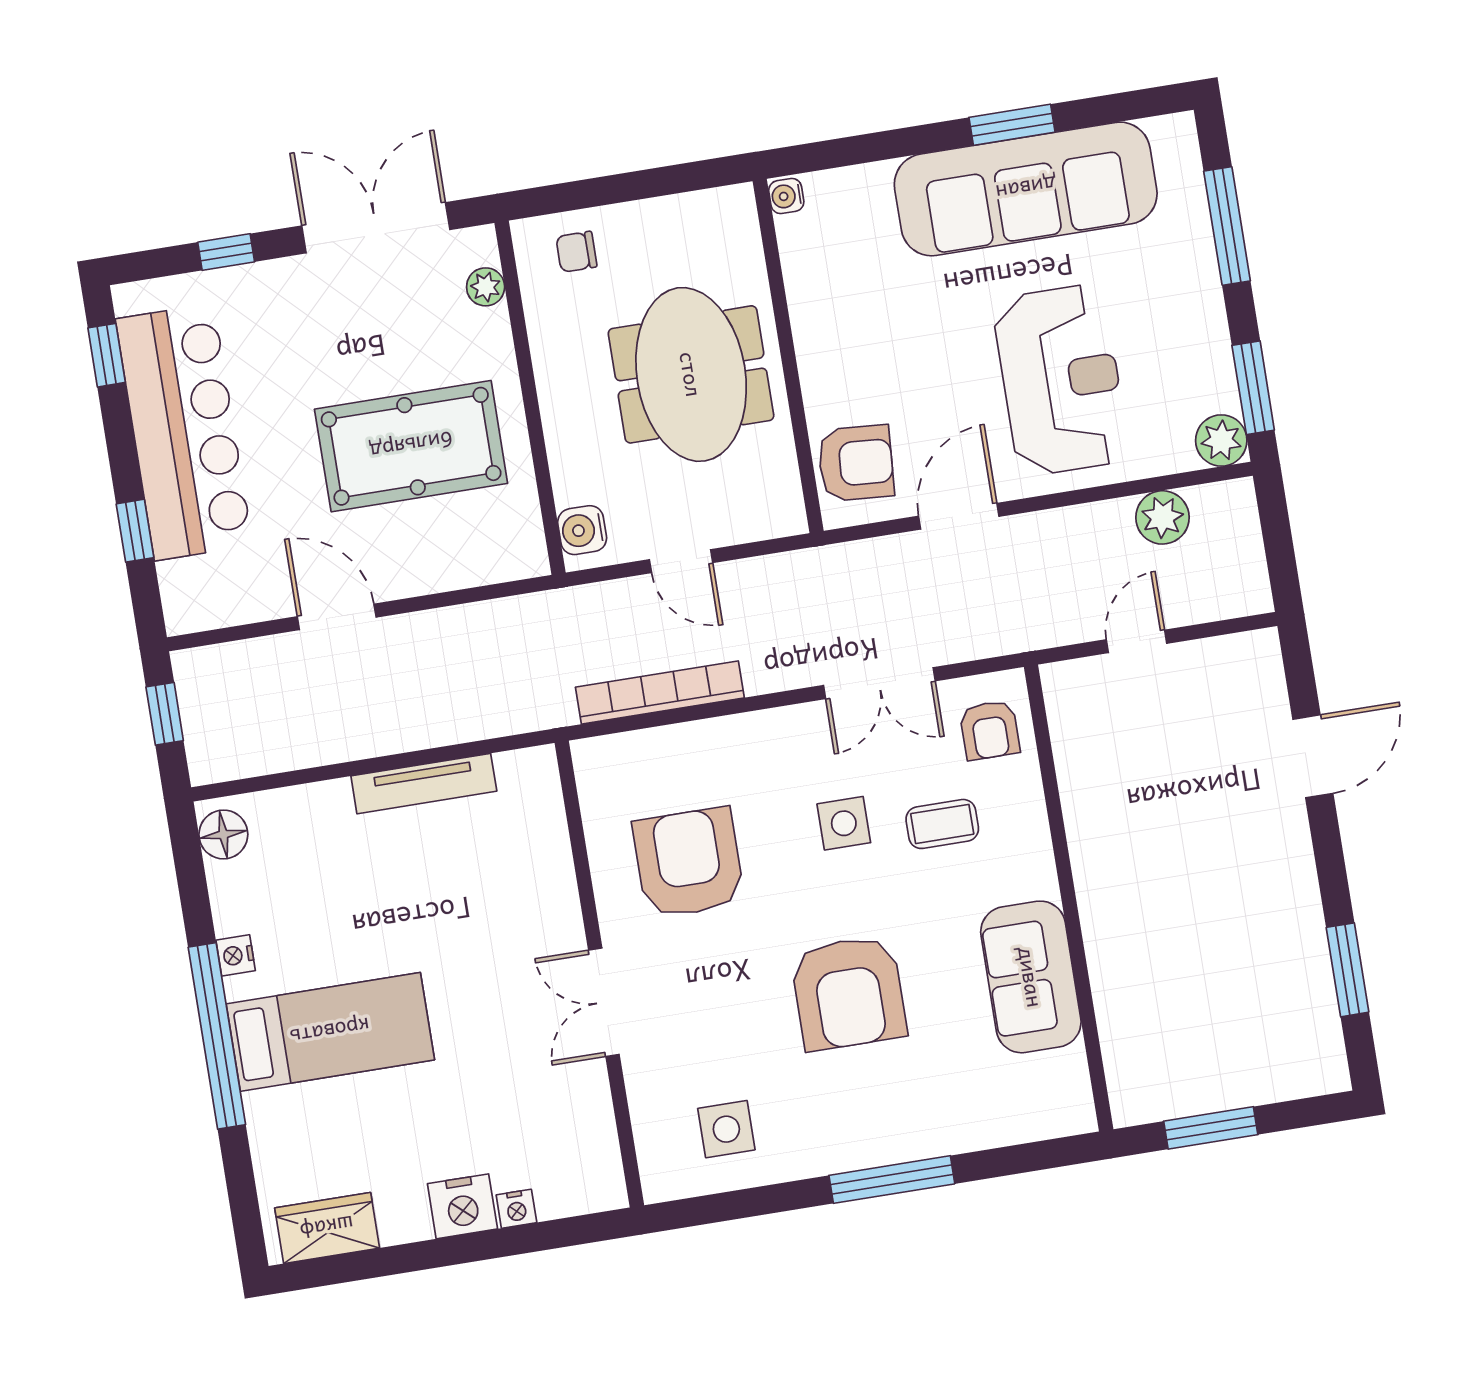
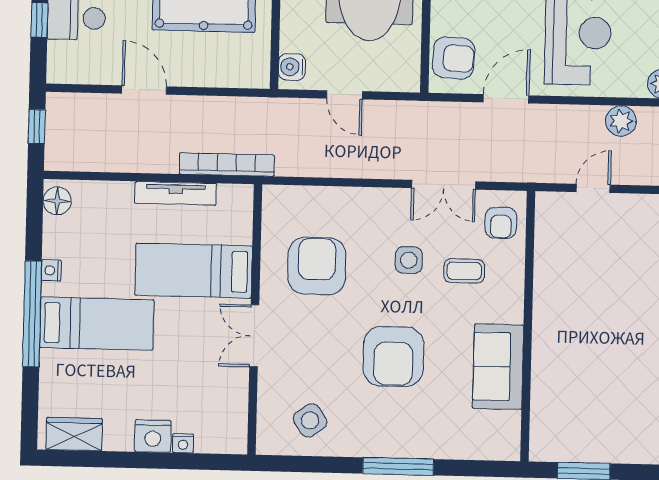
bookcase: (660, 692) -> (227, 165), moved
bed: (479, 910) -> (194, 271), added
side table: (726, 1129) -> (310, 420), turned -35

